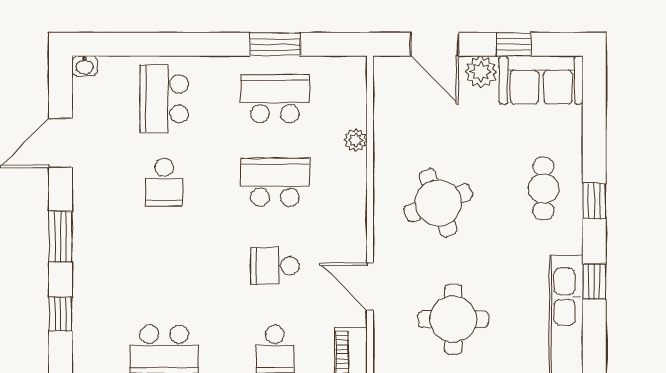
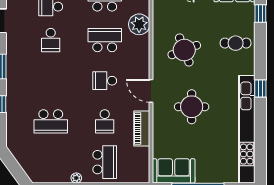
plant: (356, 140) -> (139, 24), width x1.88, depth x1.88
cafe table: (543, 189) -> (236, 43), turned 90
window: (594, 201) -> (260, 14), moved

